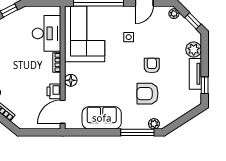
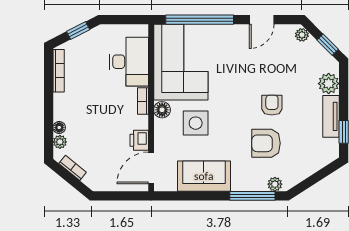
side table: (129, 37) -> (196, 123), moved, width x1.87, depth x1.87
floor lamp: (71, 80) -> (162, 110), moved

